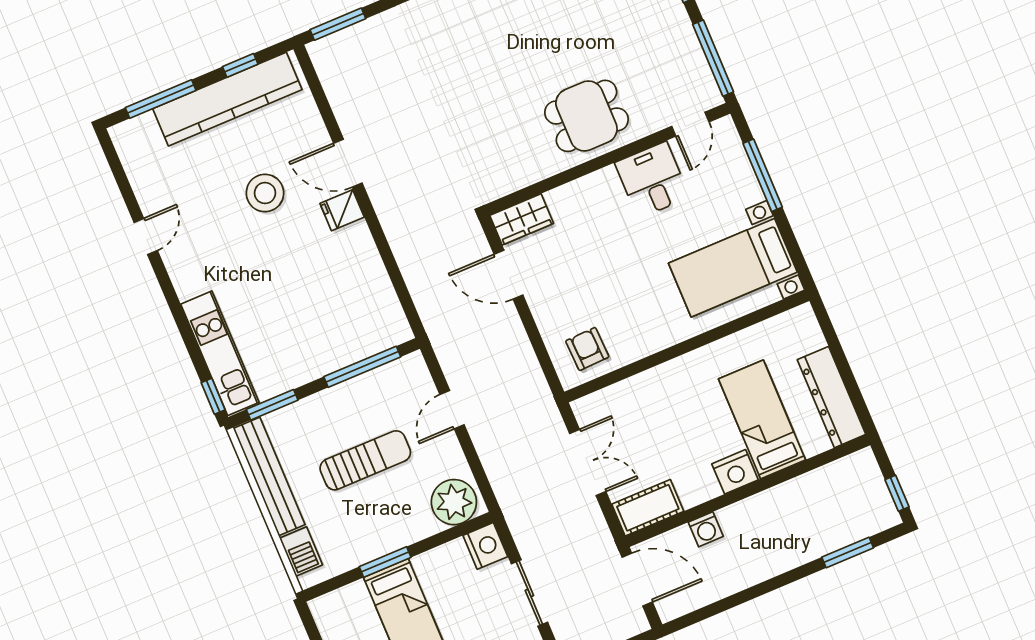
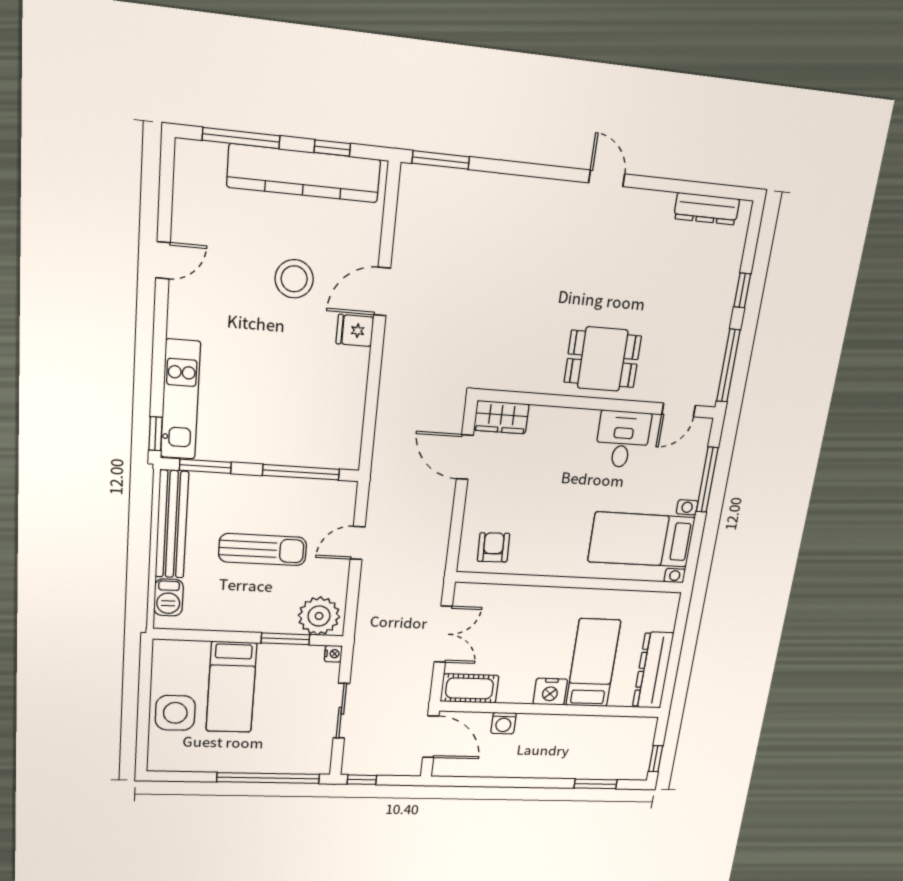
door: (348, 163) -> (382, 292), hinge flipped
nightstand: (485, 546) -> (333, 654), width x0.53, depth x0.56
window: (385, 562) -> (285, 639), moved

